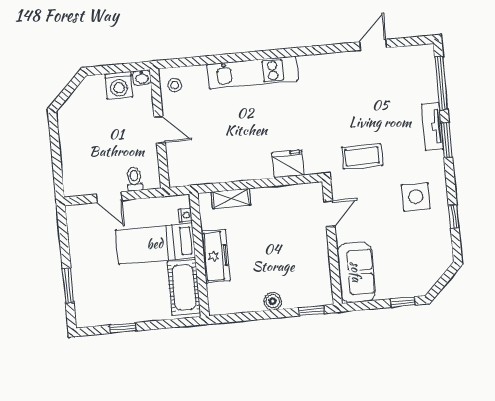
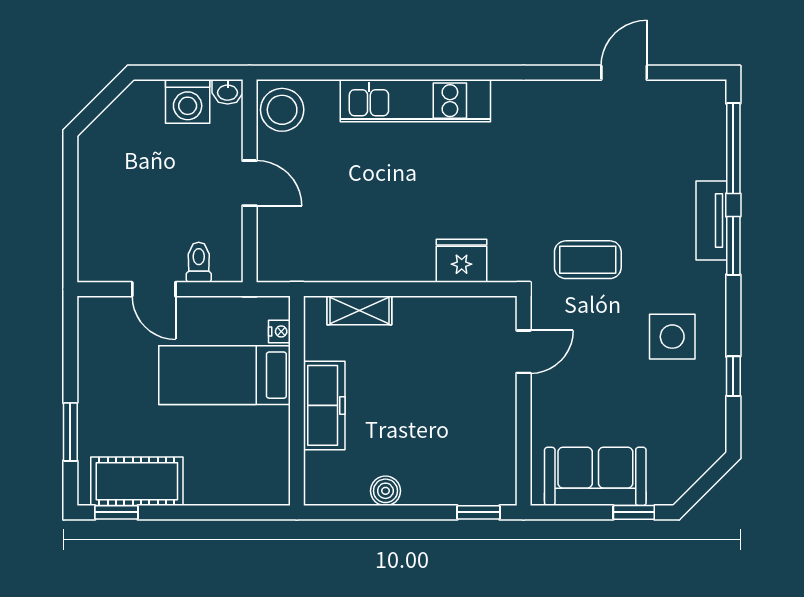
stool: (175, 85) -> (282, 110), width x1.89, depth x1.89
sofa: (356, 272) -> (595, 476), moved, turned -90
cot: (184, 287) -> (137, 481), moved, turned 90
boiler: (273, 301) -> (385, 491), moved
window: (123, 328) -> (116, 512), moved

